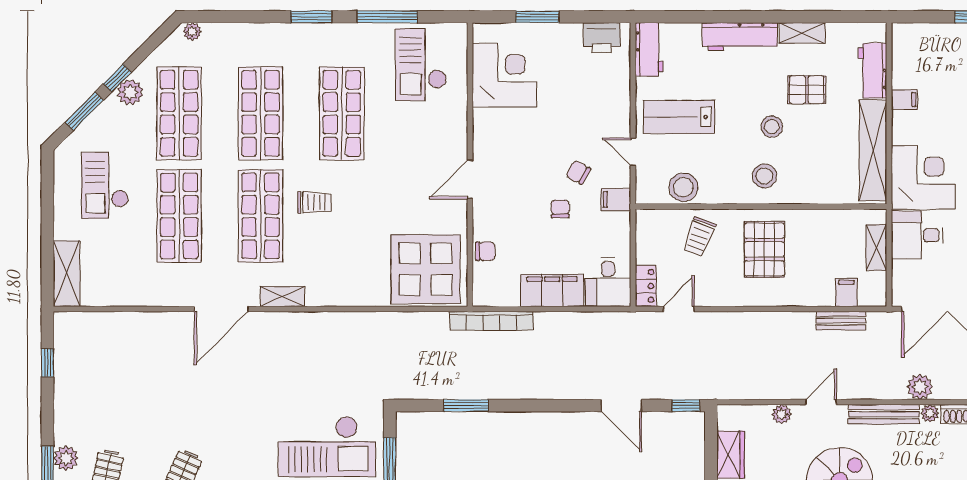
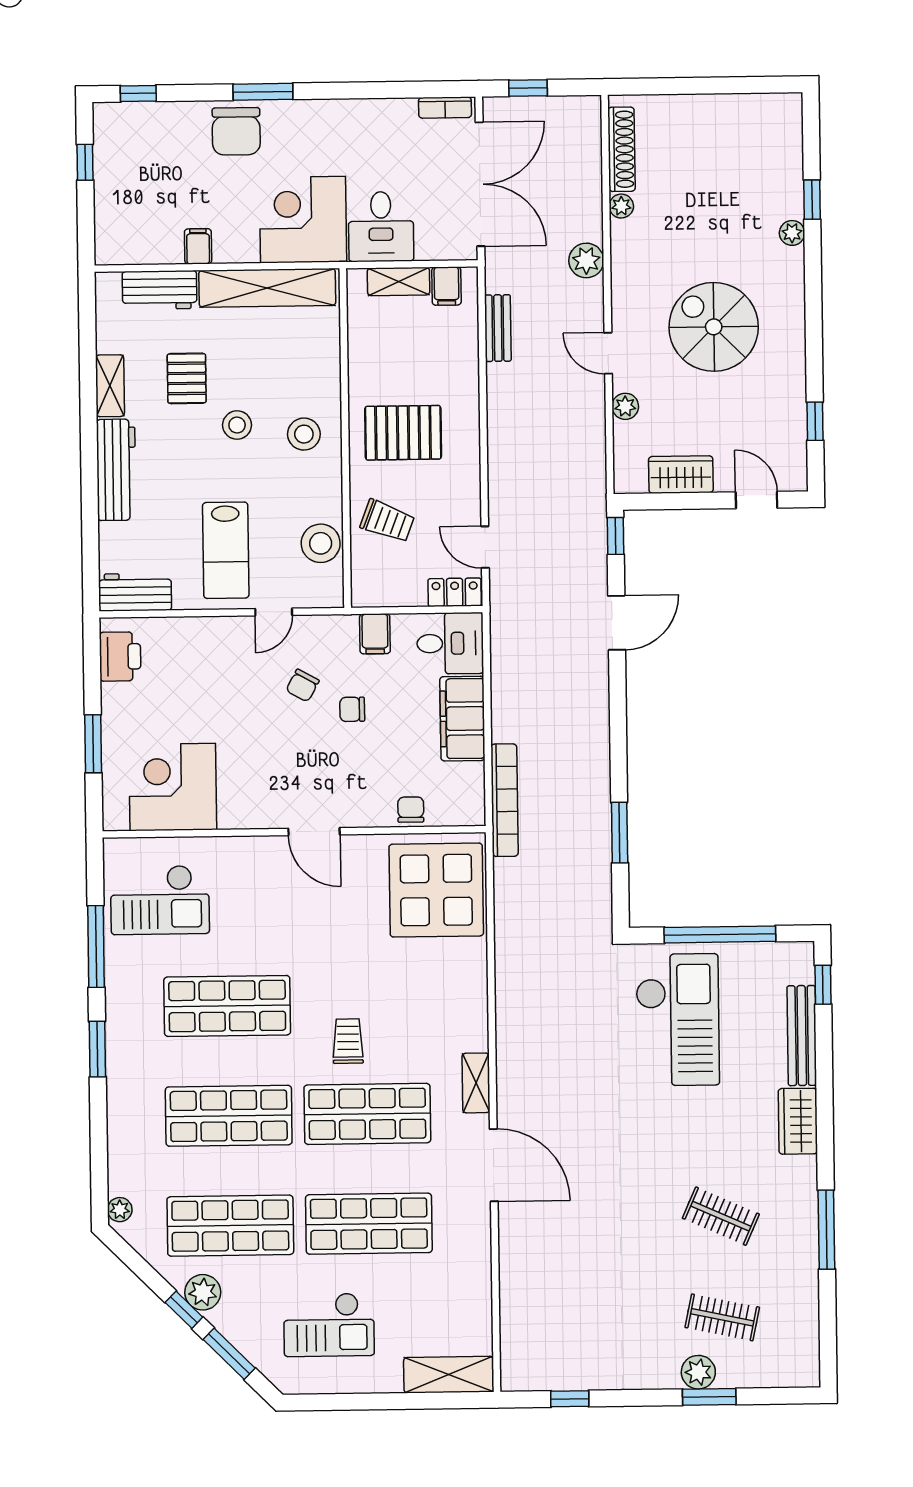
filing cabinet: (616, 200) -> (375, 634), moved
filing cabinet: (846, 292) -> (446, 286), moved, turned -90
plant: (920, 387) -> (586, 260), moved
bench: (884, 414) -> (623, 268), removed

